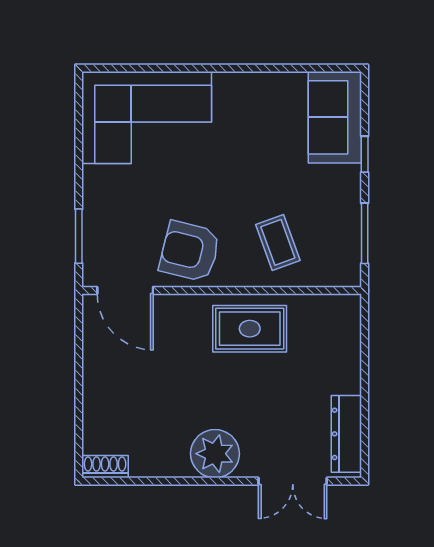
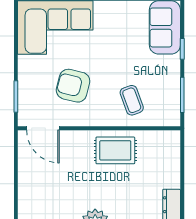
armchair: (190, 251) -> (73, 86), moved

